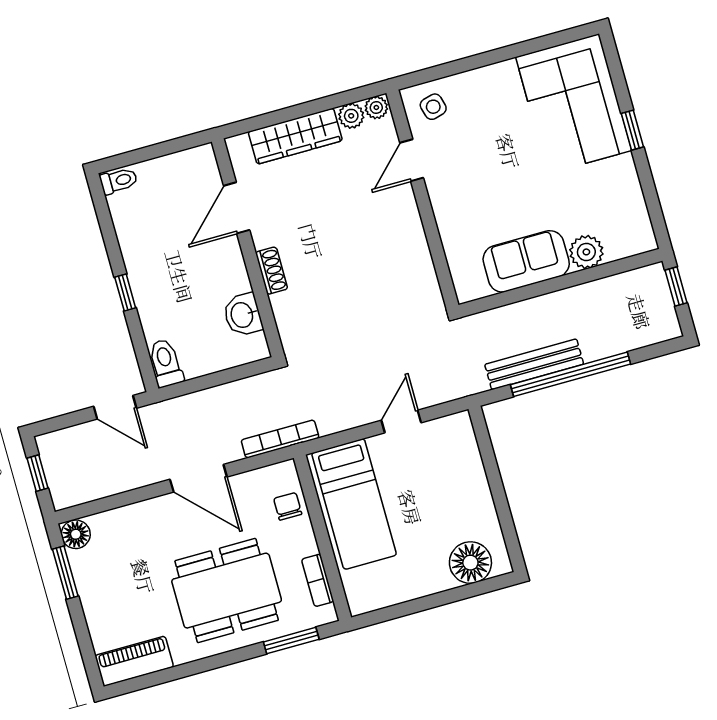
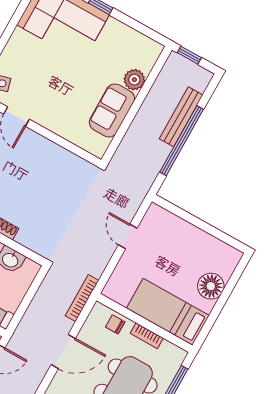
bench: (534, 364) -> (181, 117), moved
bed: (354, 504) -> (168, 312), moved, turned 180
floor lamp: (470, 563) -> (211, 286), moved
bookcase: (318, 580) -> (147, 336), moved

